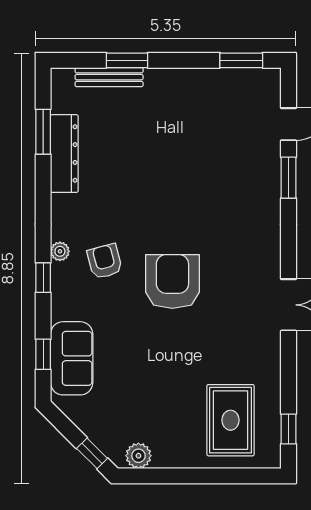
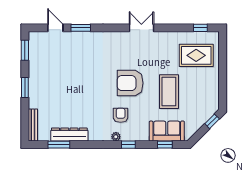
window: (127, 60) -> (25, 88), moved
bench: (109, 77) -> (33, 125), moved
armchair: (105, 261) -> (121, 115), turned 105
coffee table: (155, 363) -> (169, 92), added
plant: (138, 456) -> (213, 99), removed

